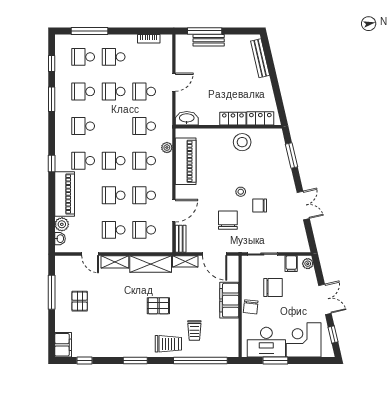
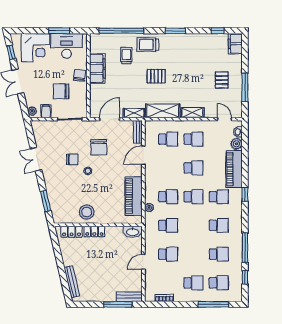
bench: (209, 40) -> (129, 297), moved
school desk: (114, 91) -> (193, 254), removed
window: (52, 99) -> (245, 248), width x1.44
school desk: (144, 195) -> (168, 168), removed
door: (90, 254) -> (224, 119), moved
door: (215, 254) -> (110, 119), hinge flipped
filing cabinet: (229, 300) -> (97, 68), moved

